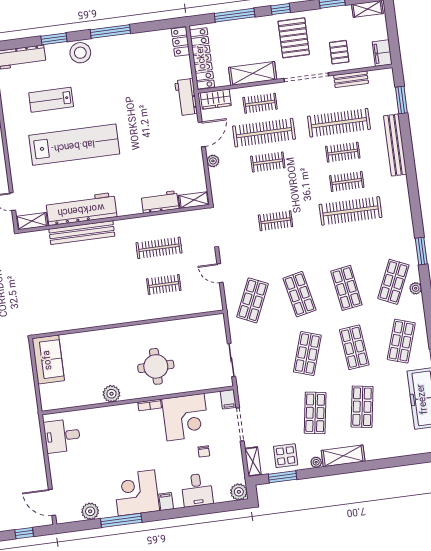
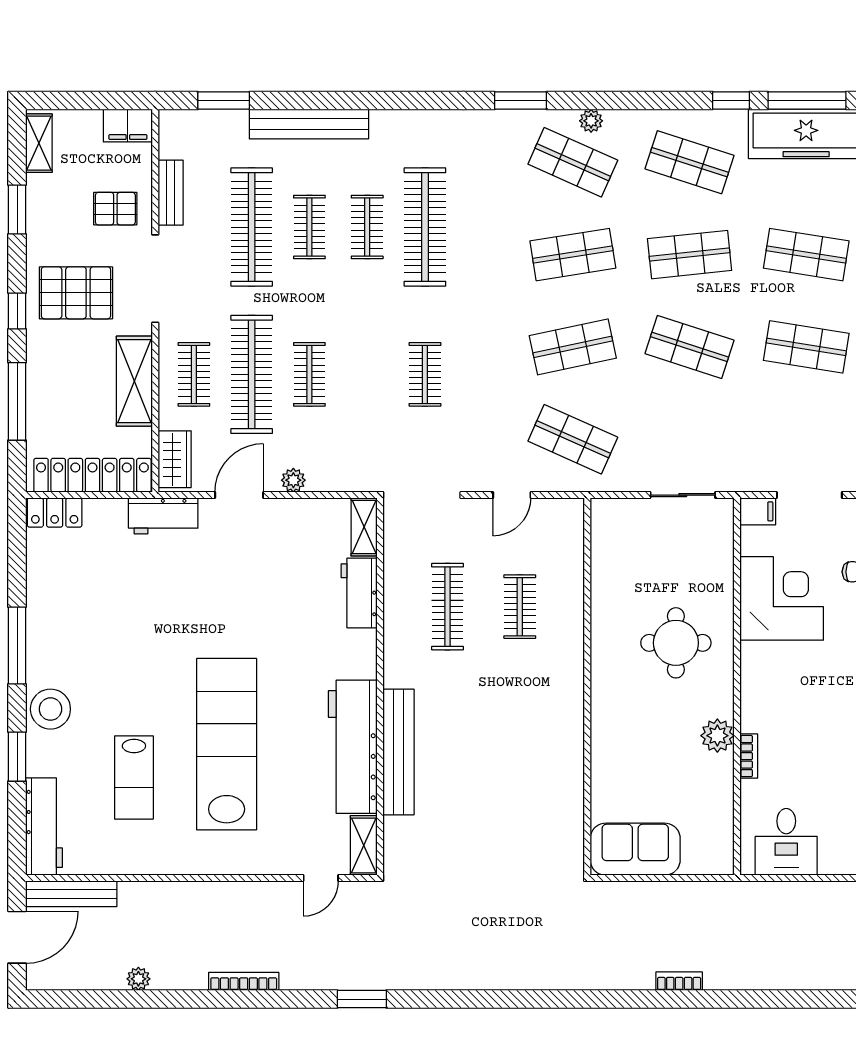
door: (202, 134) -> (239, 495), hinge flipped
bookcase: (150, 405) -> (749, 756), moved

